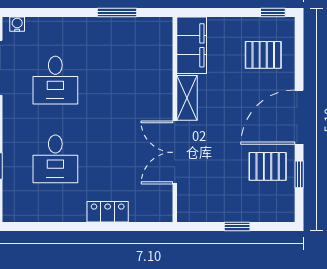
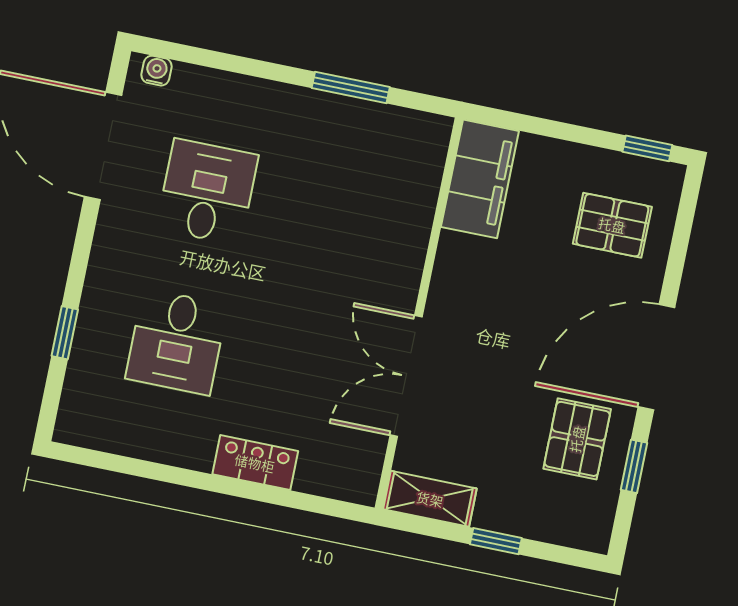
desk: (55, 80) -> (207, 192), turned 180
shelving: (187, 98) -> (430, 499), moved, turned 90
pallet: (268, 166) -> (577, 439), turned 90

